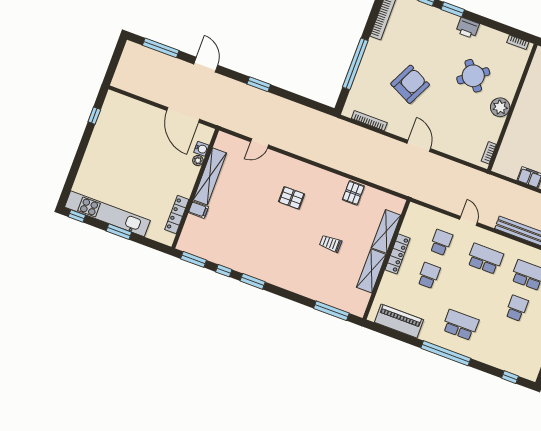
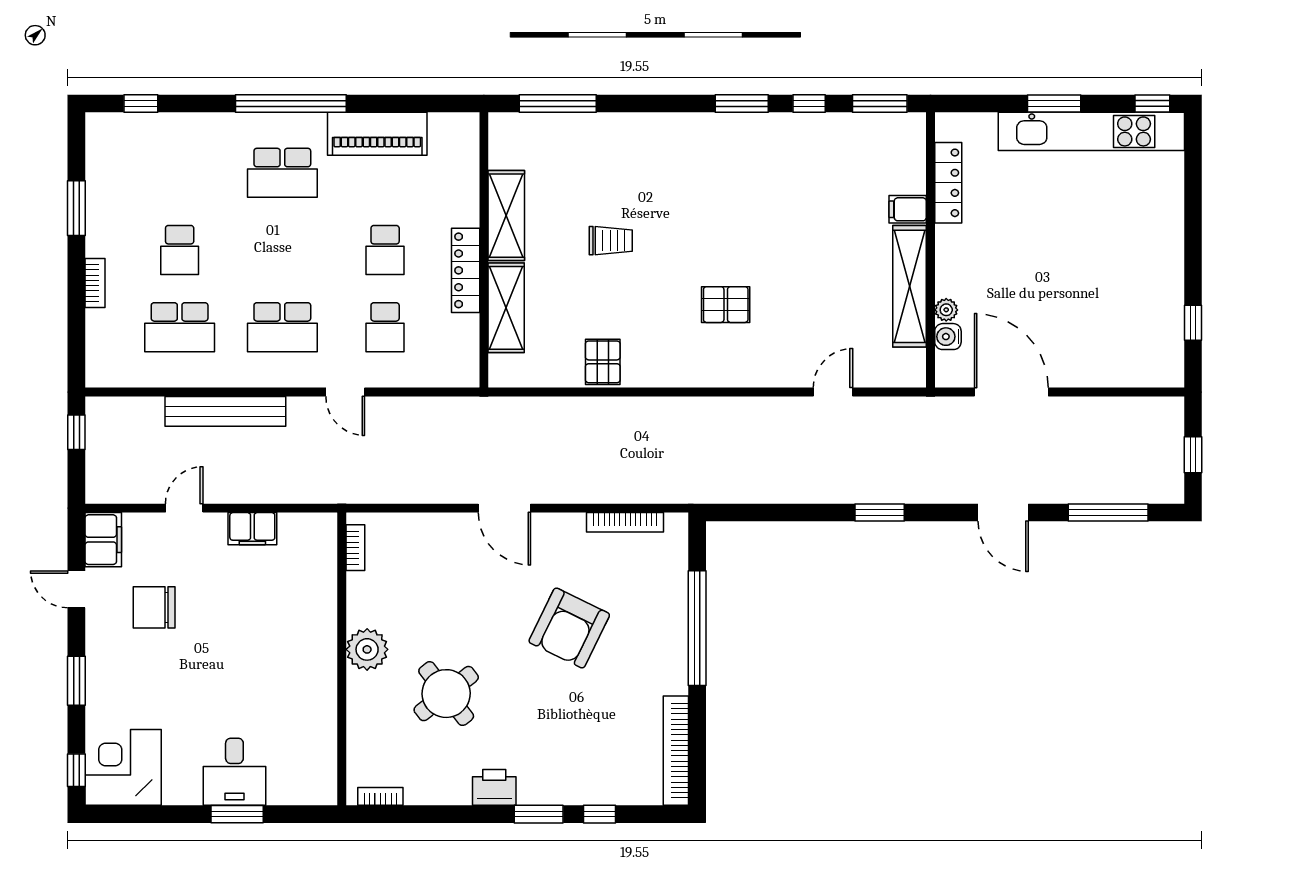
window: (115, 59) -> (1193, 455), added
piano: (399, 321) -> (377, 134), moved

